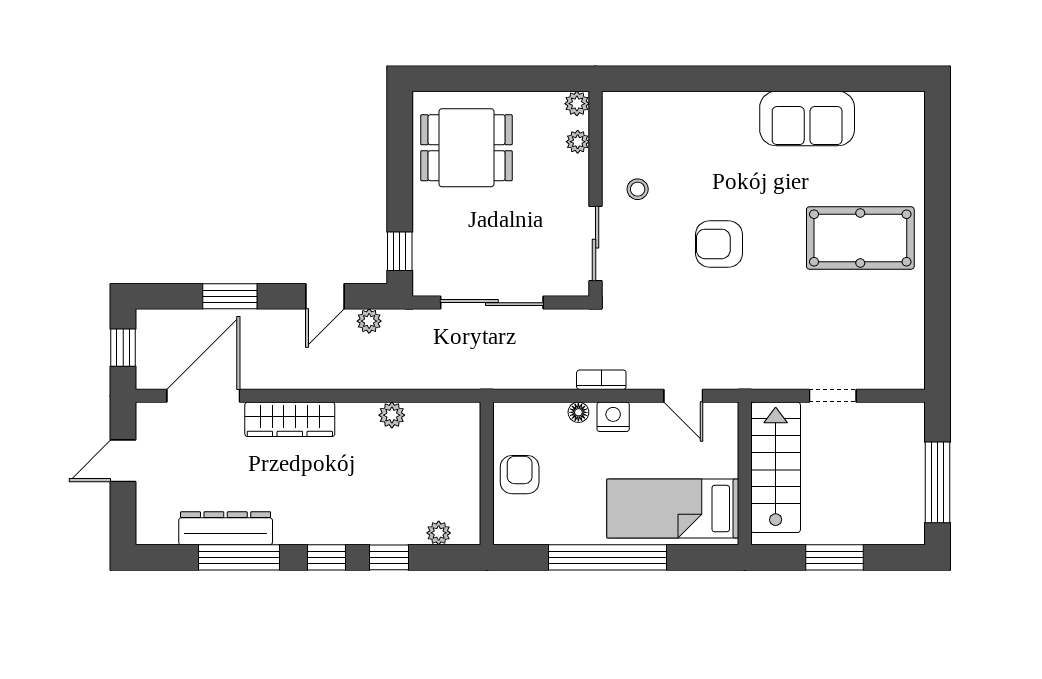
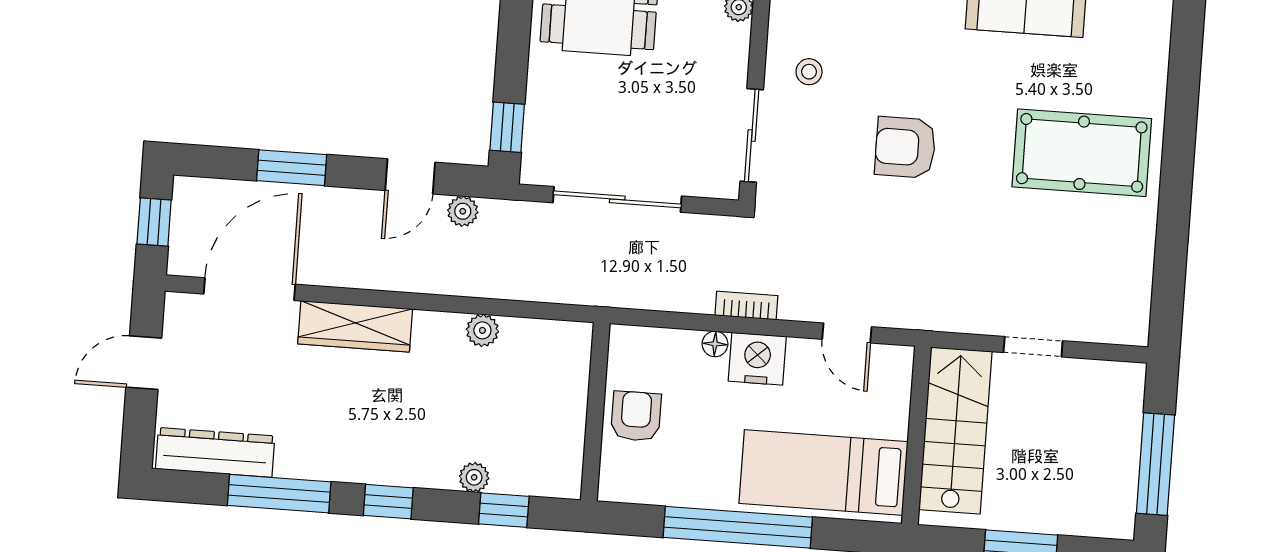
nightstand: (613, 417) -> (757, 359), width x1.36, depth x1.33
dresser: (226, 528) -> (215, 452), moved
plant: (439, 533) -> (474, 477), moved
window: (389, 557) -> (504, 510), moved

